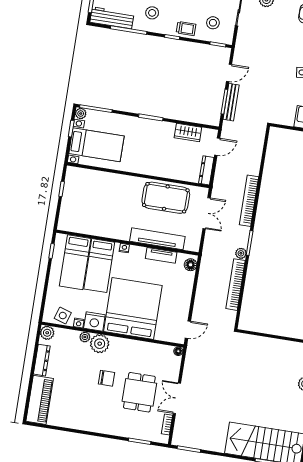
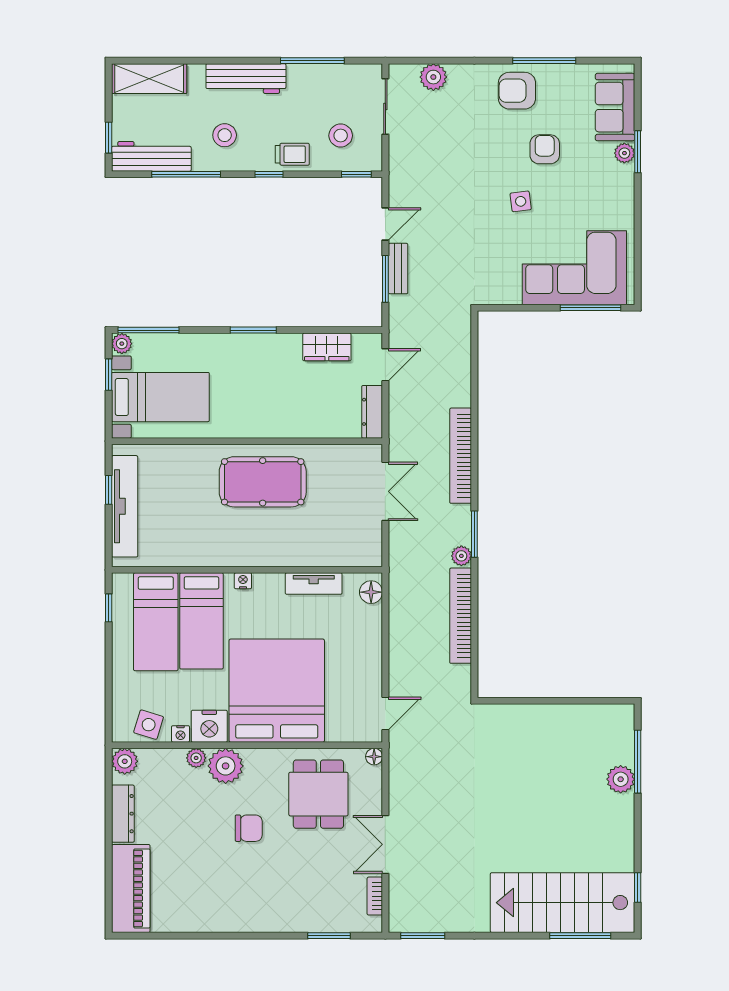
bench: (231, 102) -> (398, 269), width x0.73
pool table: (166, 198) -> (263, 482), moved
tv unit: (157, 239) -> (125, 506), moved, turned 90
dining table: (139, 392) -> (318, 794), moved

